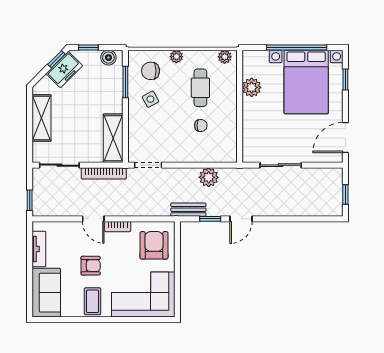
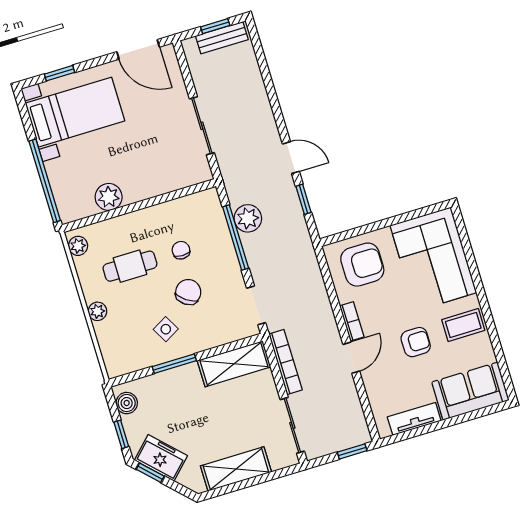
window: (297, 48) -> (45, 181), moved
chair: (151, 71) -> (188, 292), moved, turned -145
window: (125, 82) -> (174, 364), moved
bed with nightstands: (306, 82) -> (75, 112), width x0.73
window: (198, 165) -> (236, 237), added
bench: (188, 210) -> (222, 38), moved, turned 90
armchair: (154, 245) -> (362, 265), turned 180
armchair: (91, 266) -> (416, 342), turned 90

